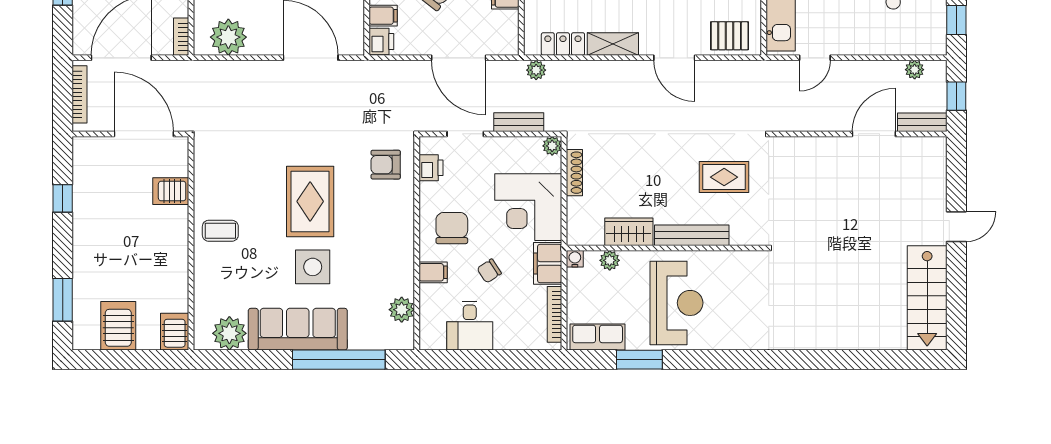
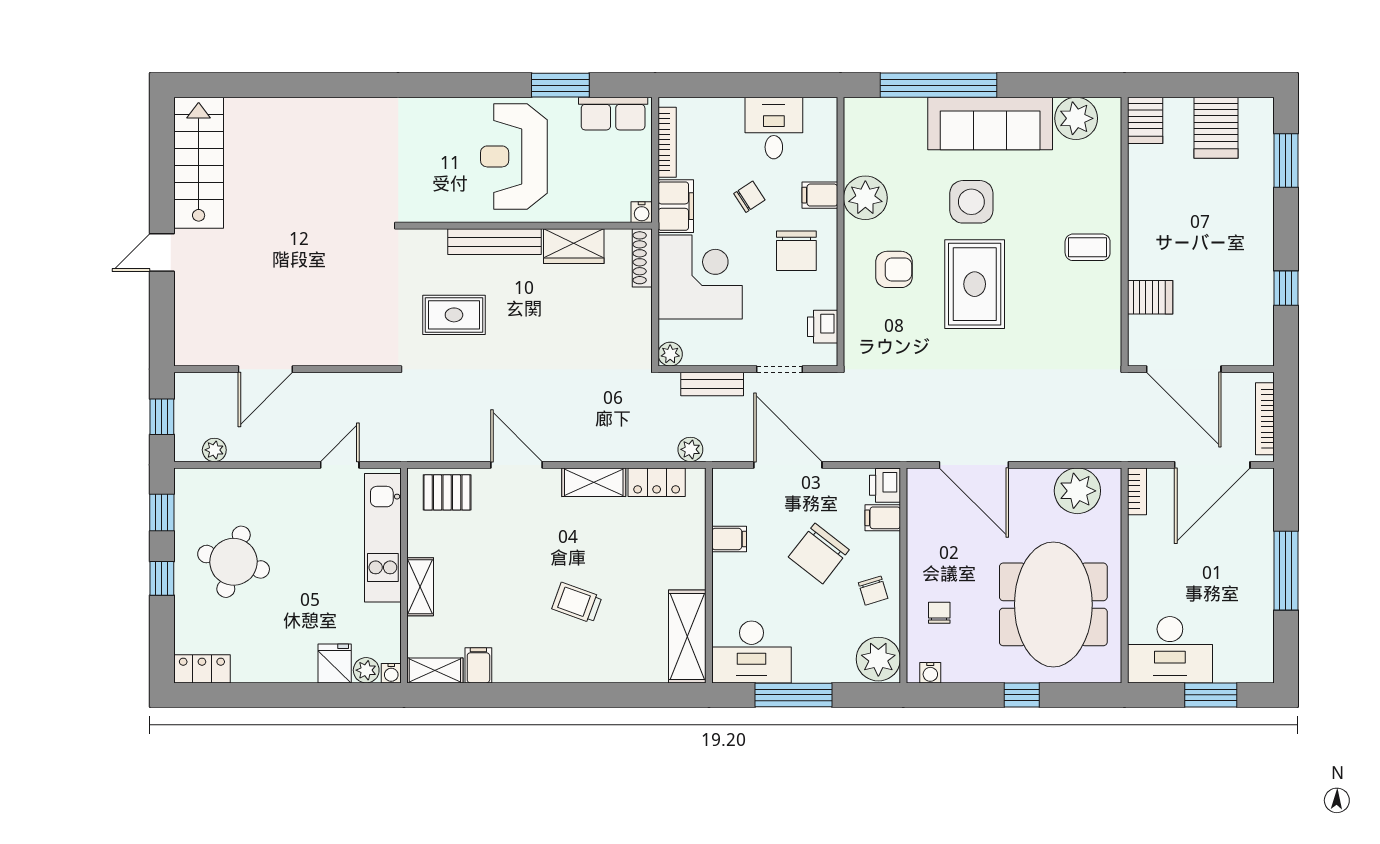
bench: (922, 122) -> (205, 384), removed
armchair: (386, 165) -> (894, 269), moved
shoe rack: (574, 173) -> (642, 258), moved
plant: (610, 260) -> (598, 210), removed
plant: (402, 310) -> (865, 198), moved, width x1.36, depth x1.36

